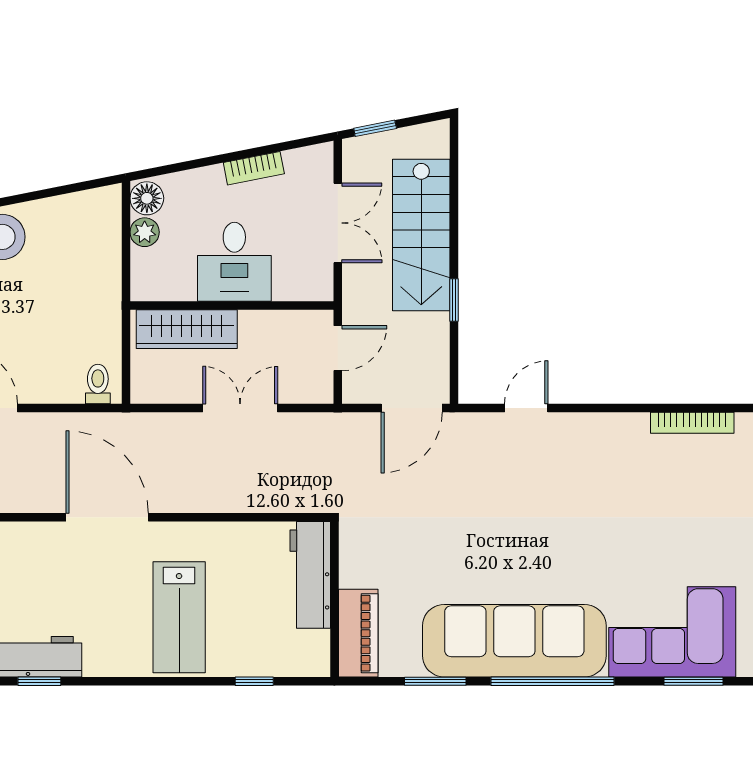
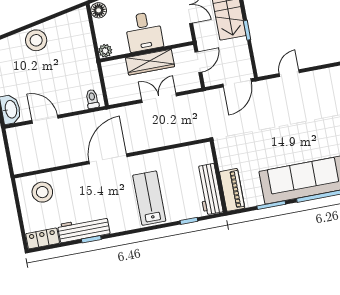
plant: (145, 232) -> (105, 51), moved
wardrobe: (187, 329) -> (150, 62), moved
door: (107, 517) -> (108, 159), hinge flipped
workbench: (310, 575) -> (209, 189), moved
lab bench: (179, 617) -> (149, 198), turned 180

